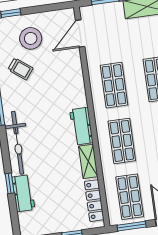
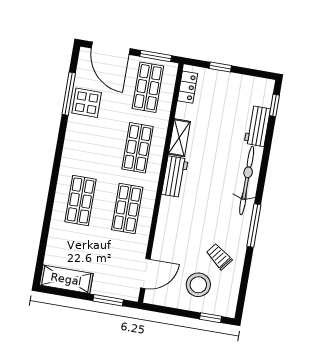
window: (10, 183) -> (274, 105), moved
locker: (94, 201) -> (187, 87), width x0.66

